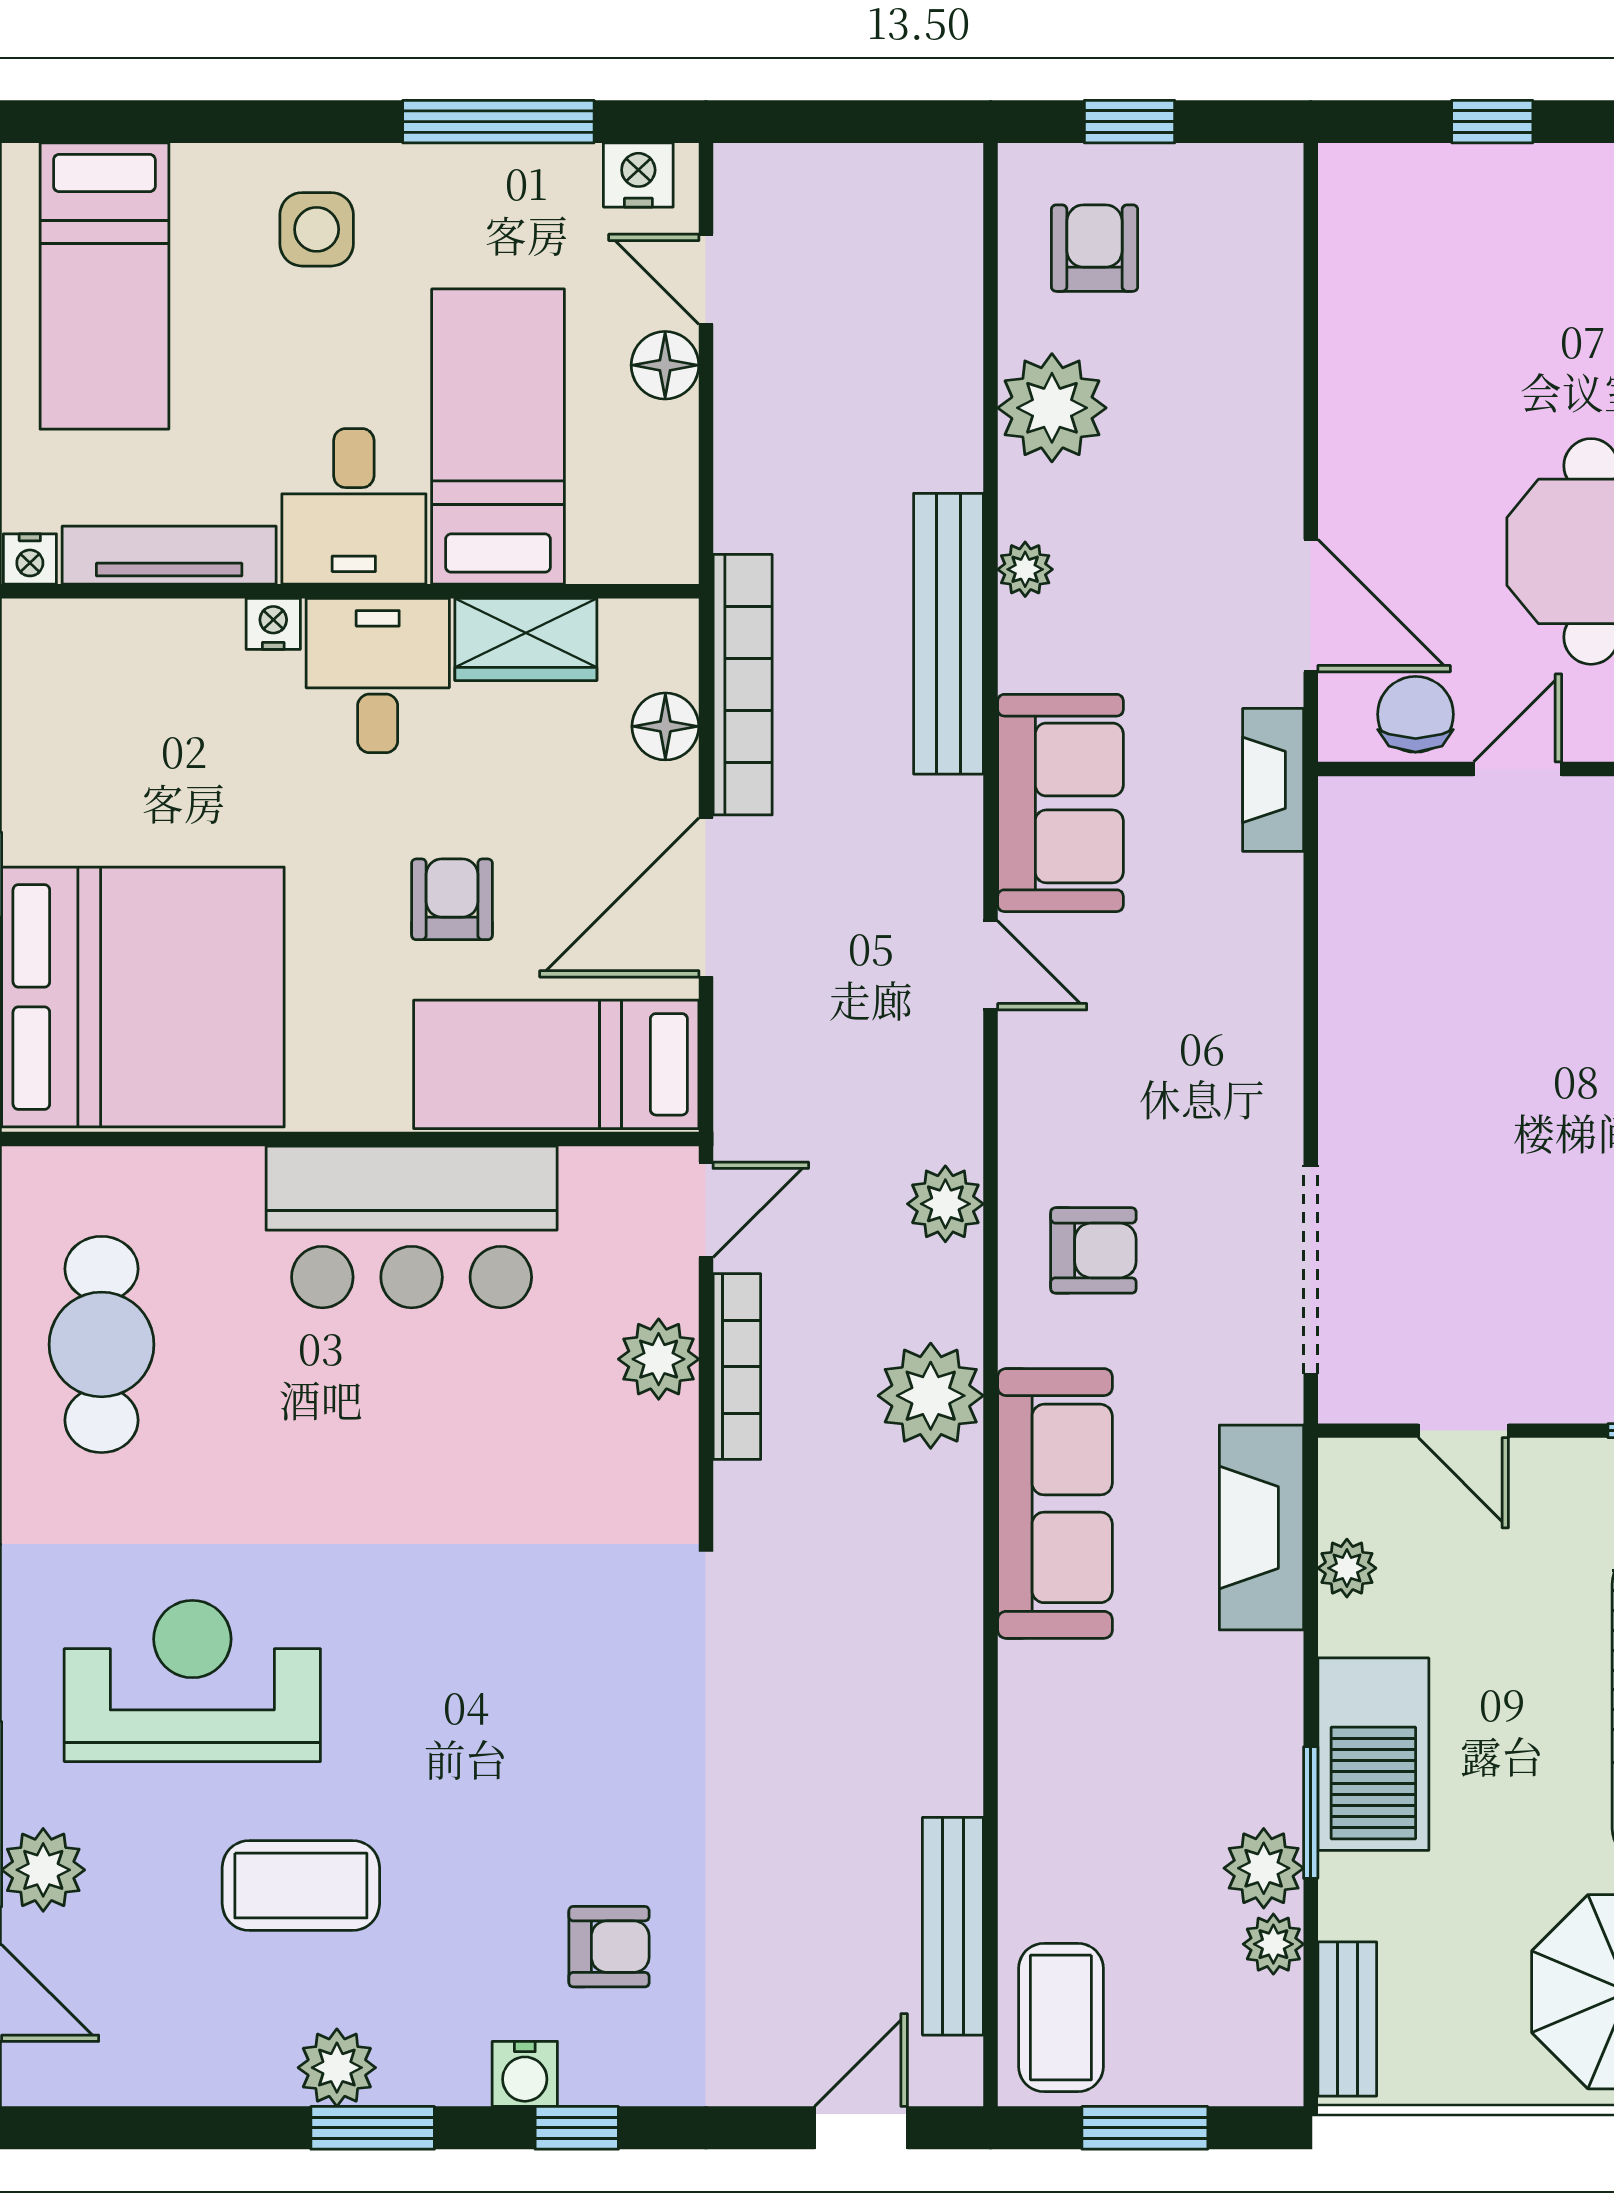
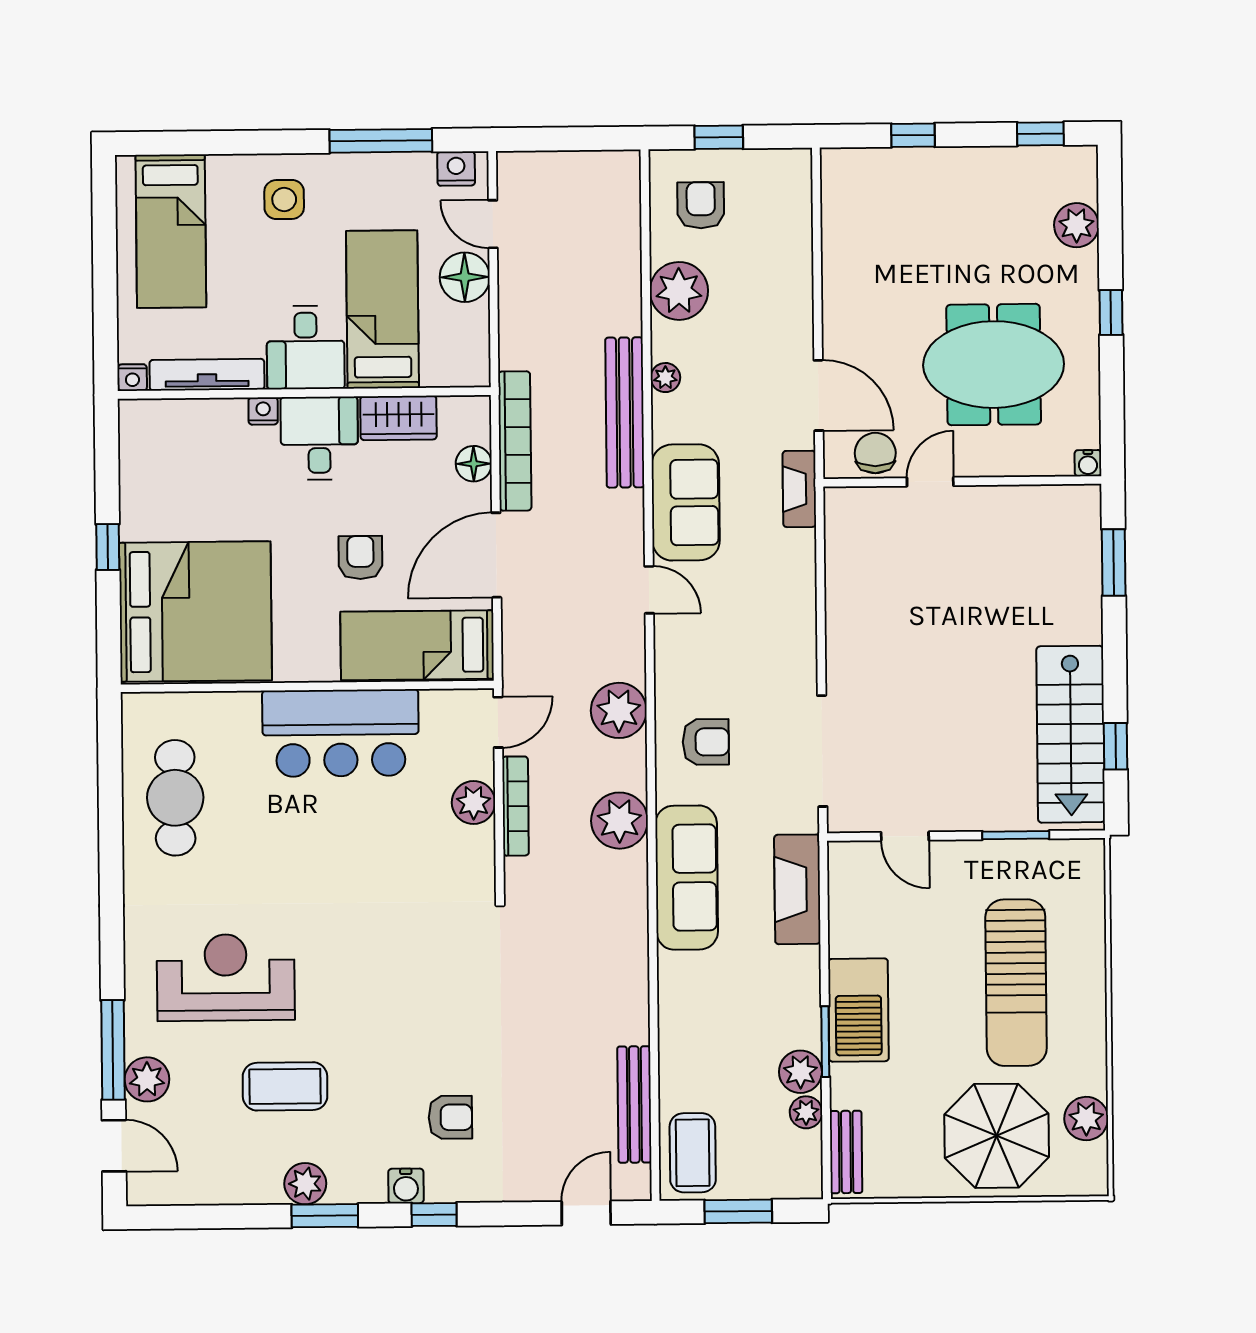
floor lamp: (665, 365) -> (465, 277), width x1.38, depth x1.38
plant: (945, 1204) -> (619, 710), width x1.36, depth x1.36
plant: (1347, 1568) -> (843, 911), removed

